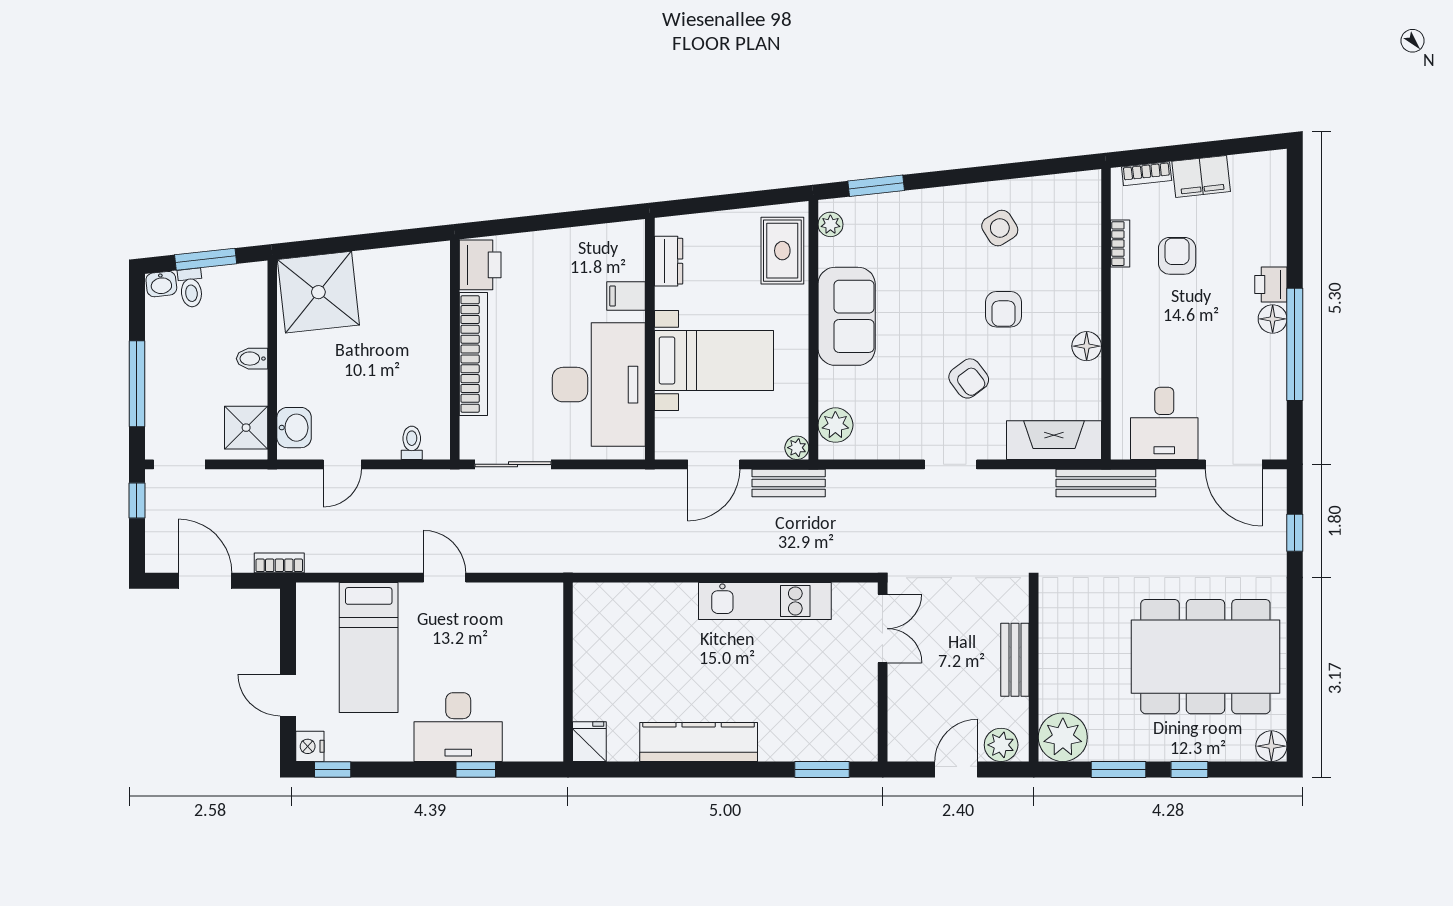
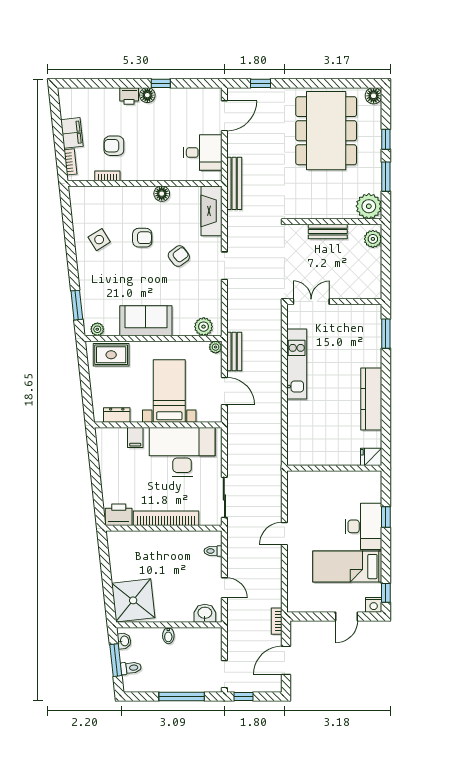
washbasin: (161, 284) -> (124, 641), moved
window: (1295, 344) -> (161, 83), width x0.32
shower: (246, 428) -> (205, 639), removed
bed: (369, 647) -> (347, 567), moved, turned 180
door: (956, 769) -> (386, 263), removed

